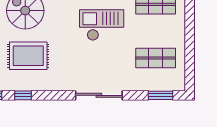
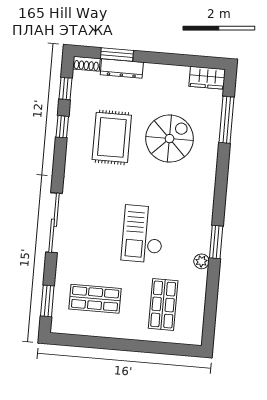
checkout: (102, 25) -> (143, 234), turned 180
shop shelf: (156, 58) -> (95, 299), turned 90

